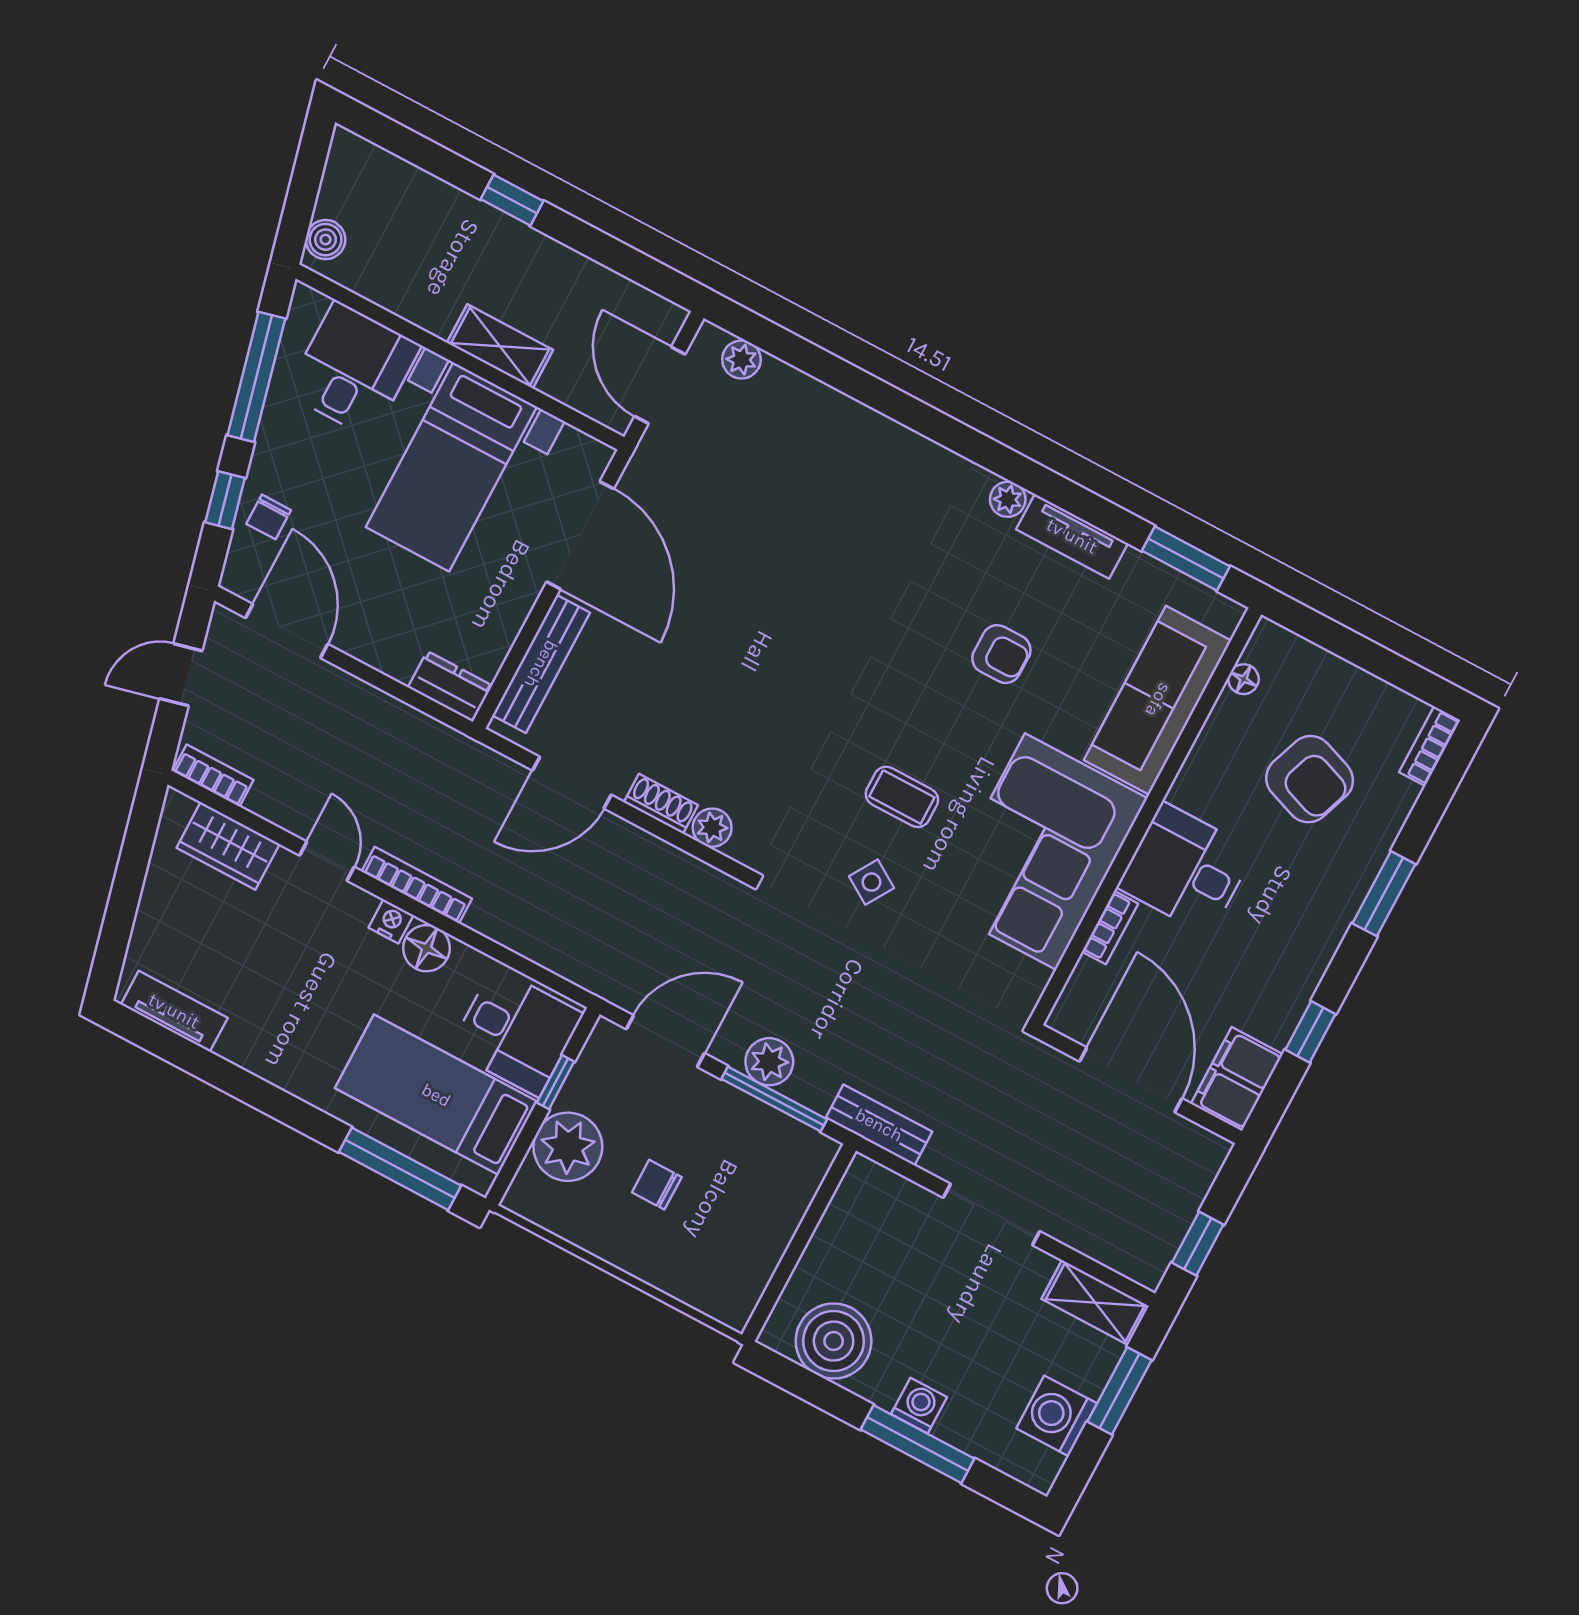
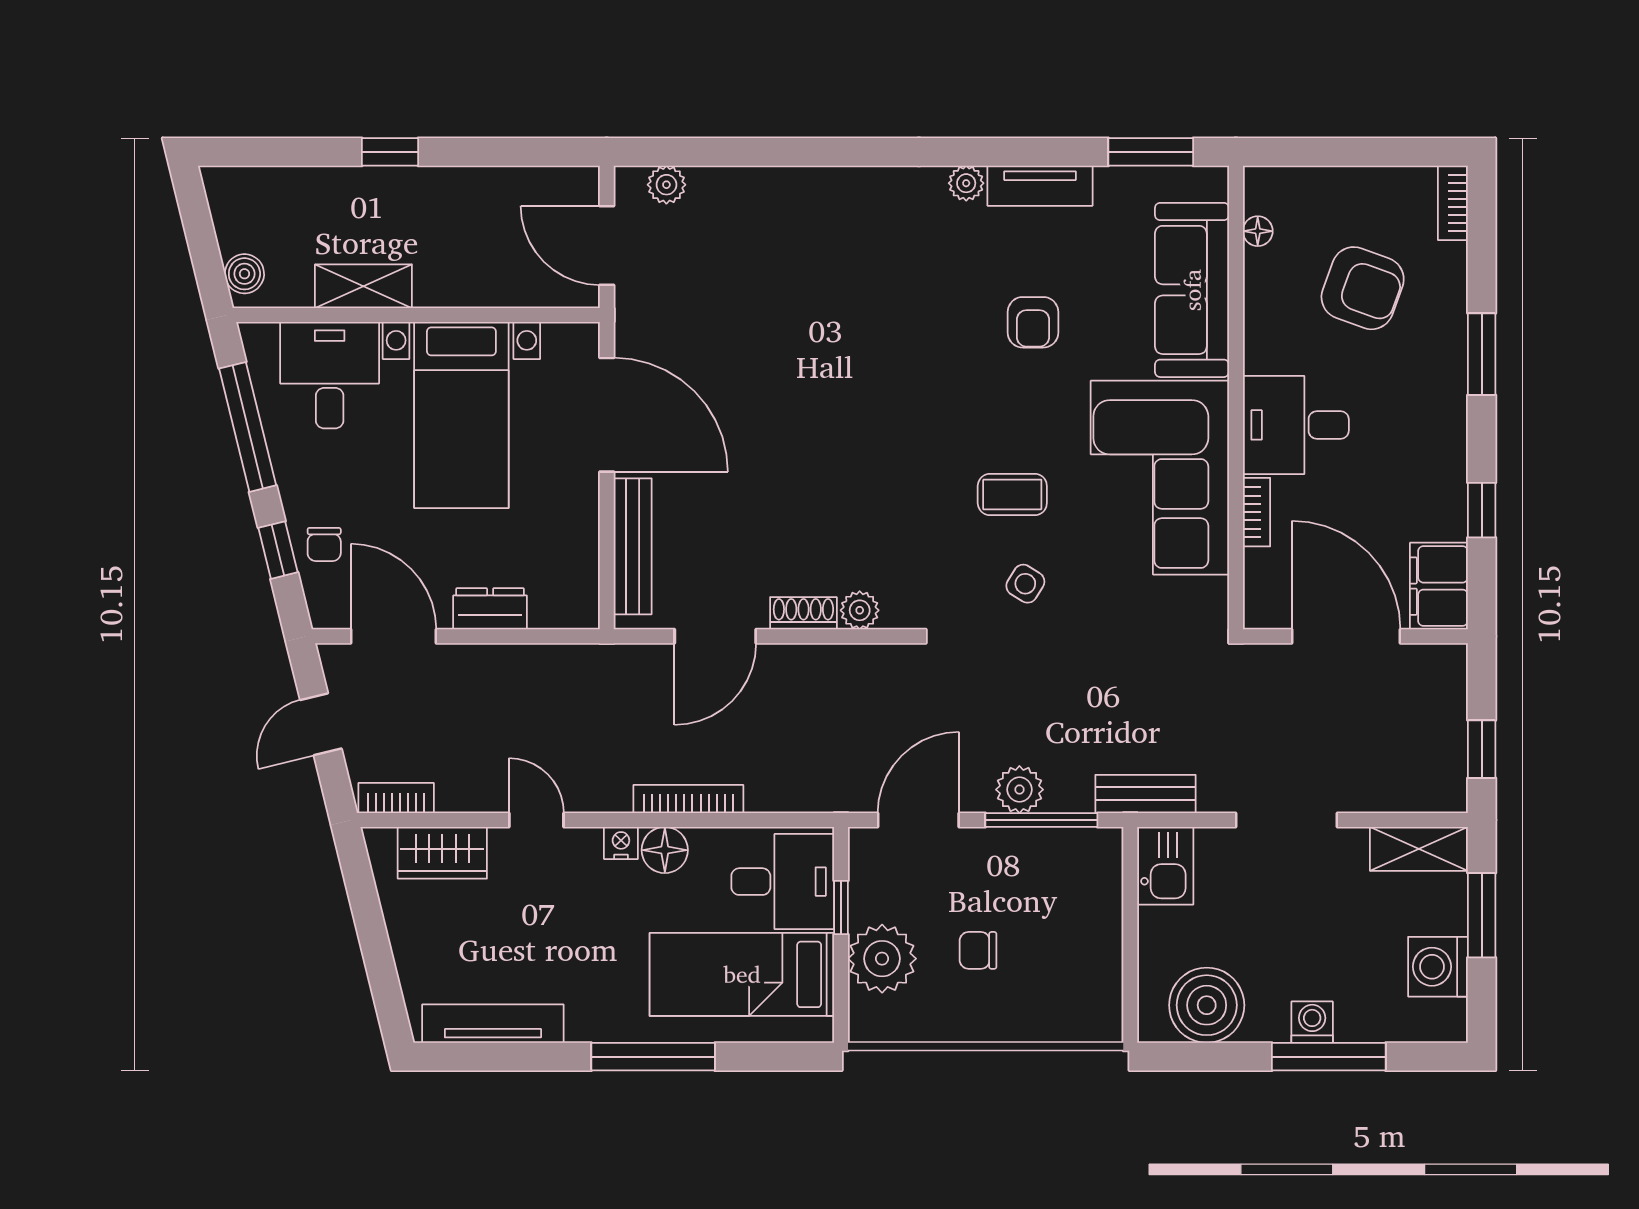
shelving: (500, 346) -> (363, 286), moved
armchair: (1001, 654) -> (1033, 322), turned 90
dresser: (450, 686) -> (490, 609), moved
bookcase: (417, 885) -> (688, 799), moved
tv unit: (174, 1011) -> (493, 1024), width x1.41
window: (400, 1169) -> (653, 1057), moved
kitchen sink: (863, 1198) -> (1165, 866), added

